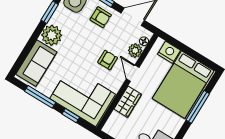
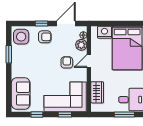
plant: (52, 35) -> (20, 69), removed
door: (133, 73) -> (89, 61), hinge flipped
window: (40, 97) -> (37, 114), width x0.46
wardrobe: (128, 102) -> (97, 92), moved

